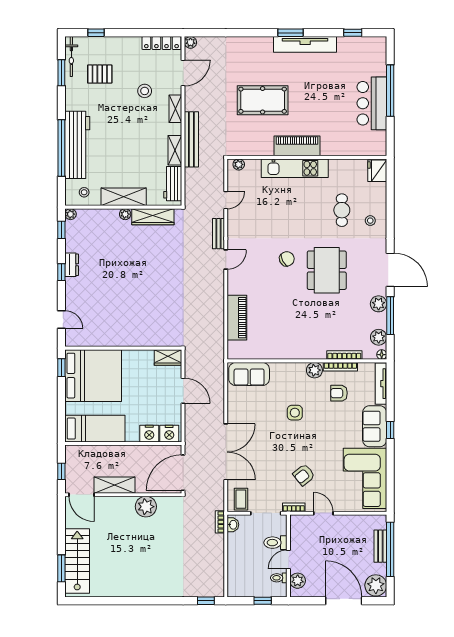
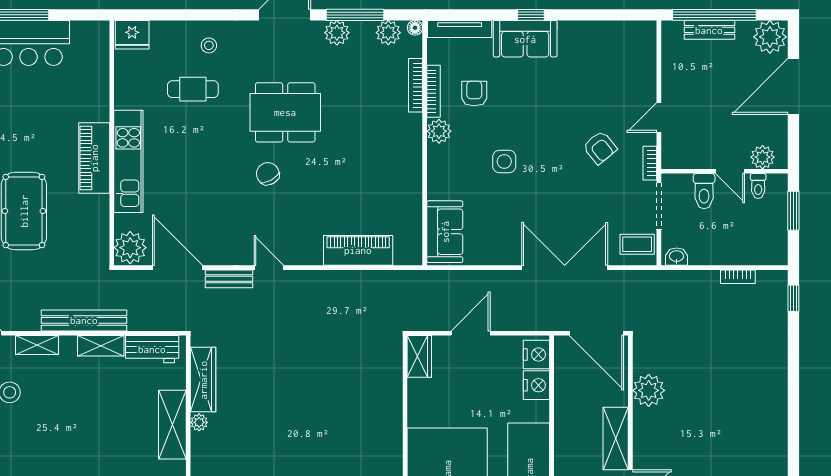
plant: (239, 164) -> (130, 248), width x1.88, depth x1.88
door: (226, 200) -> (177, 268), width x1.88
armchair: (339, 393) -> (474, 93), turned 180
corner sofa: (365, 478) -> (605, 54), removed
bookcase: (220, 522) -> (738, 277), moved
window: (263, 601) -> (793, 211), width x1.50

